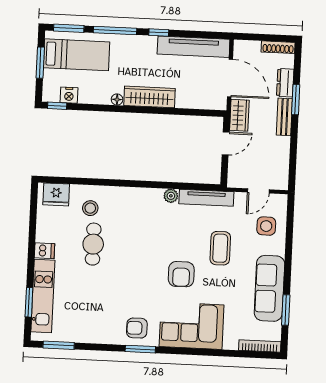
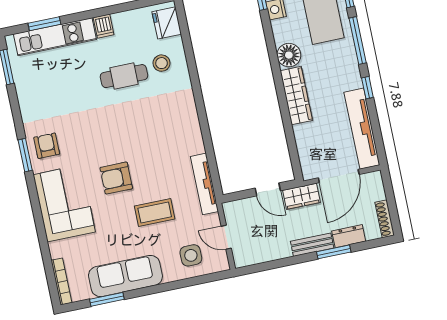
floor lamp: (117, 99) -> (289, 55), width x1.89, depth x1.89
plant: (171, 196) -> (197, 146), removed

